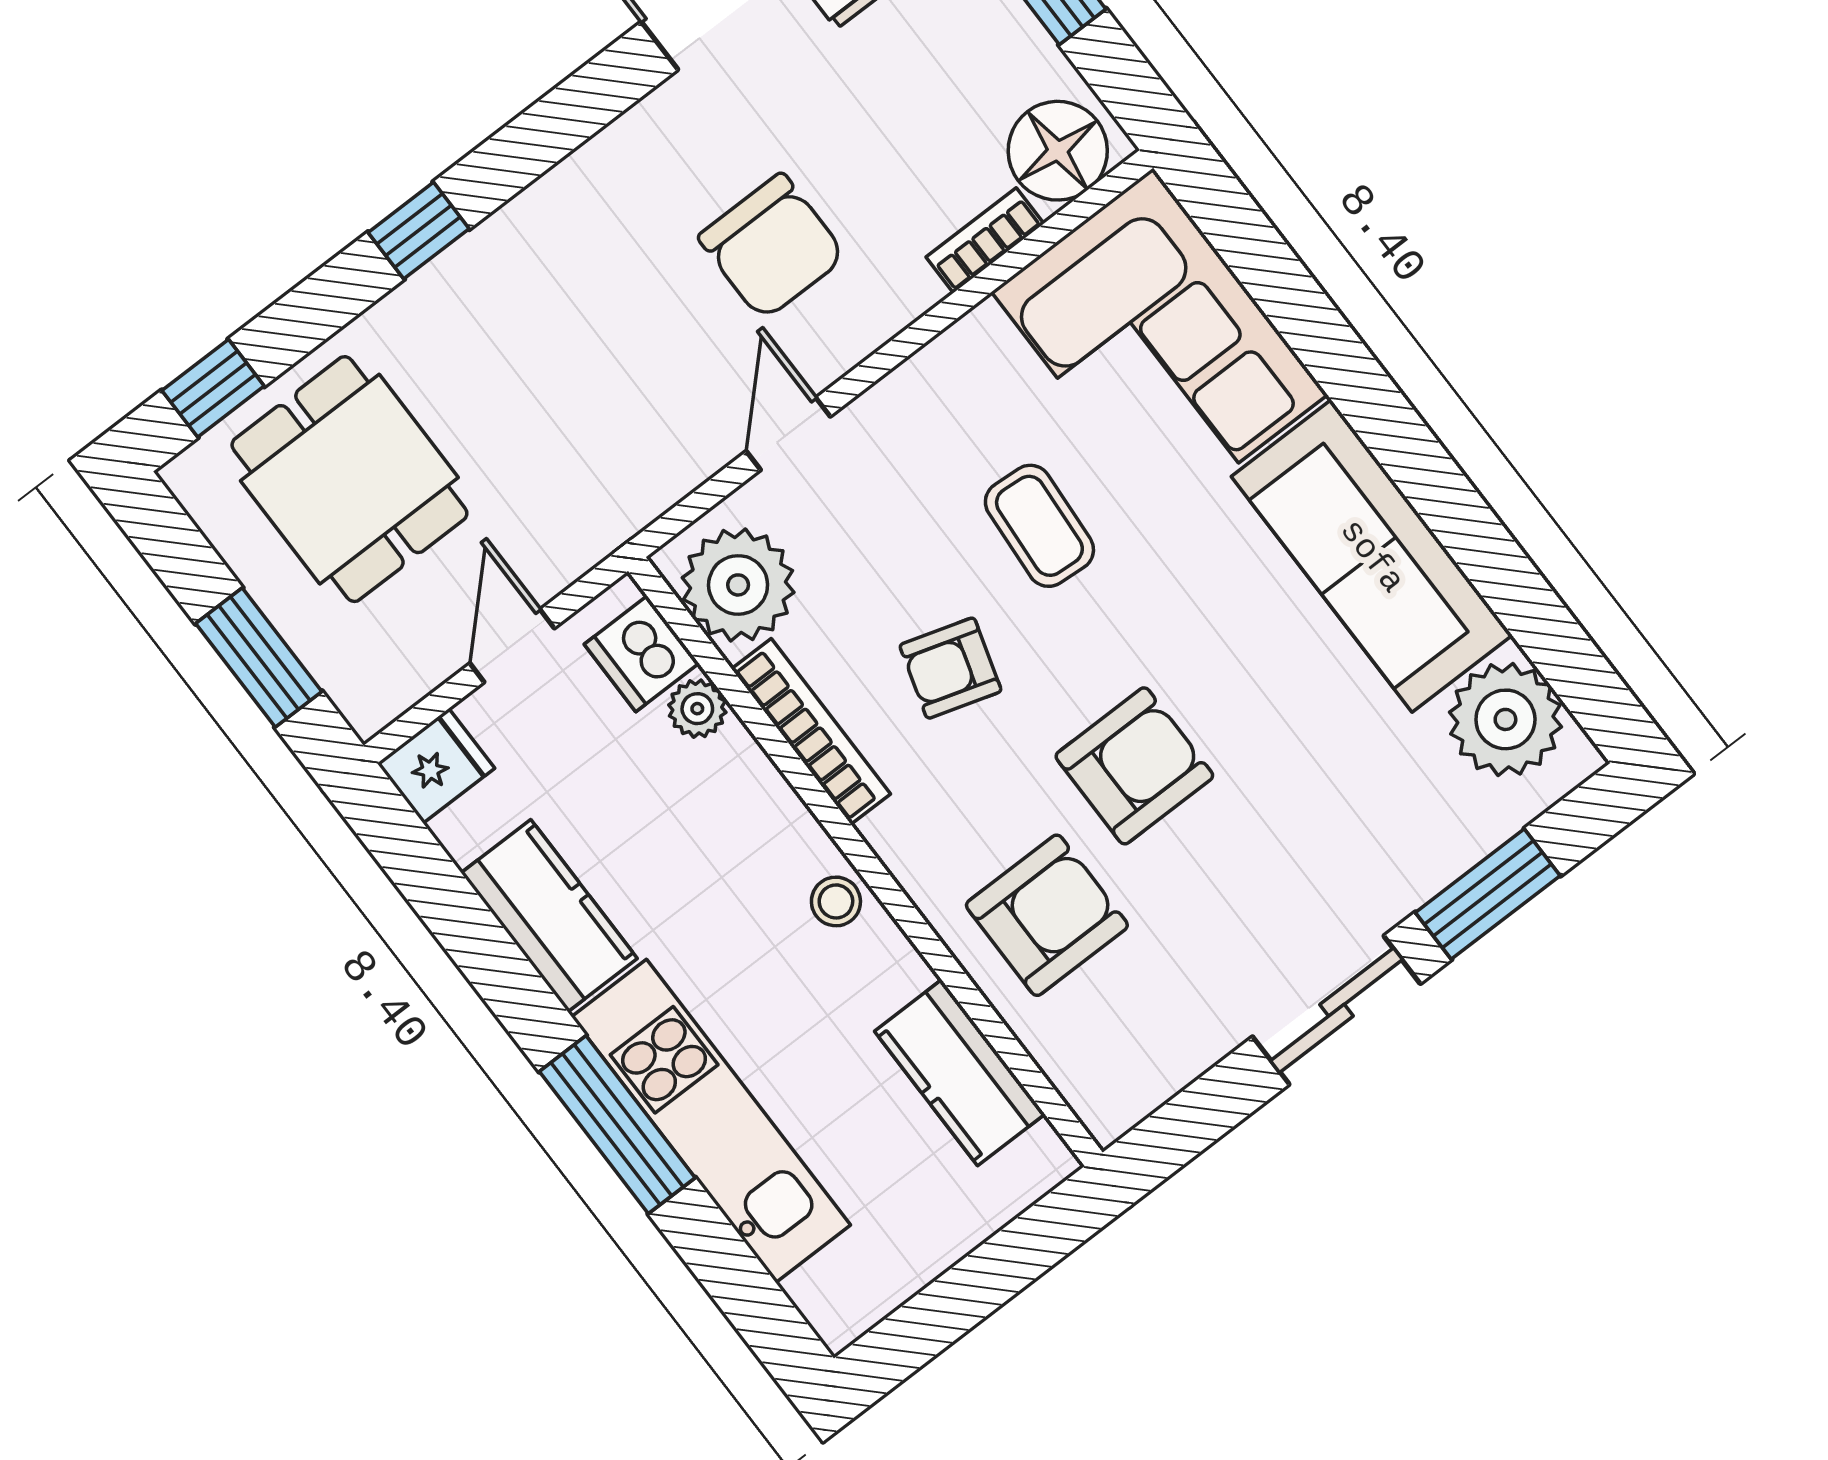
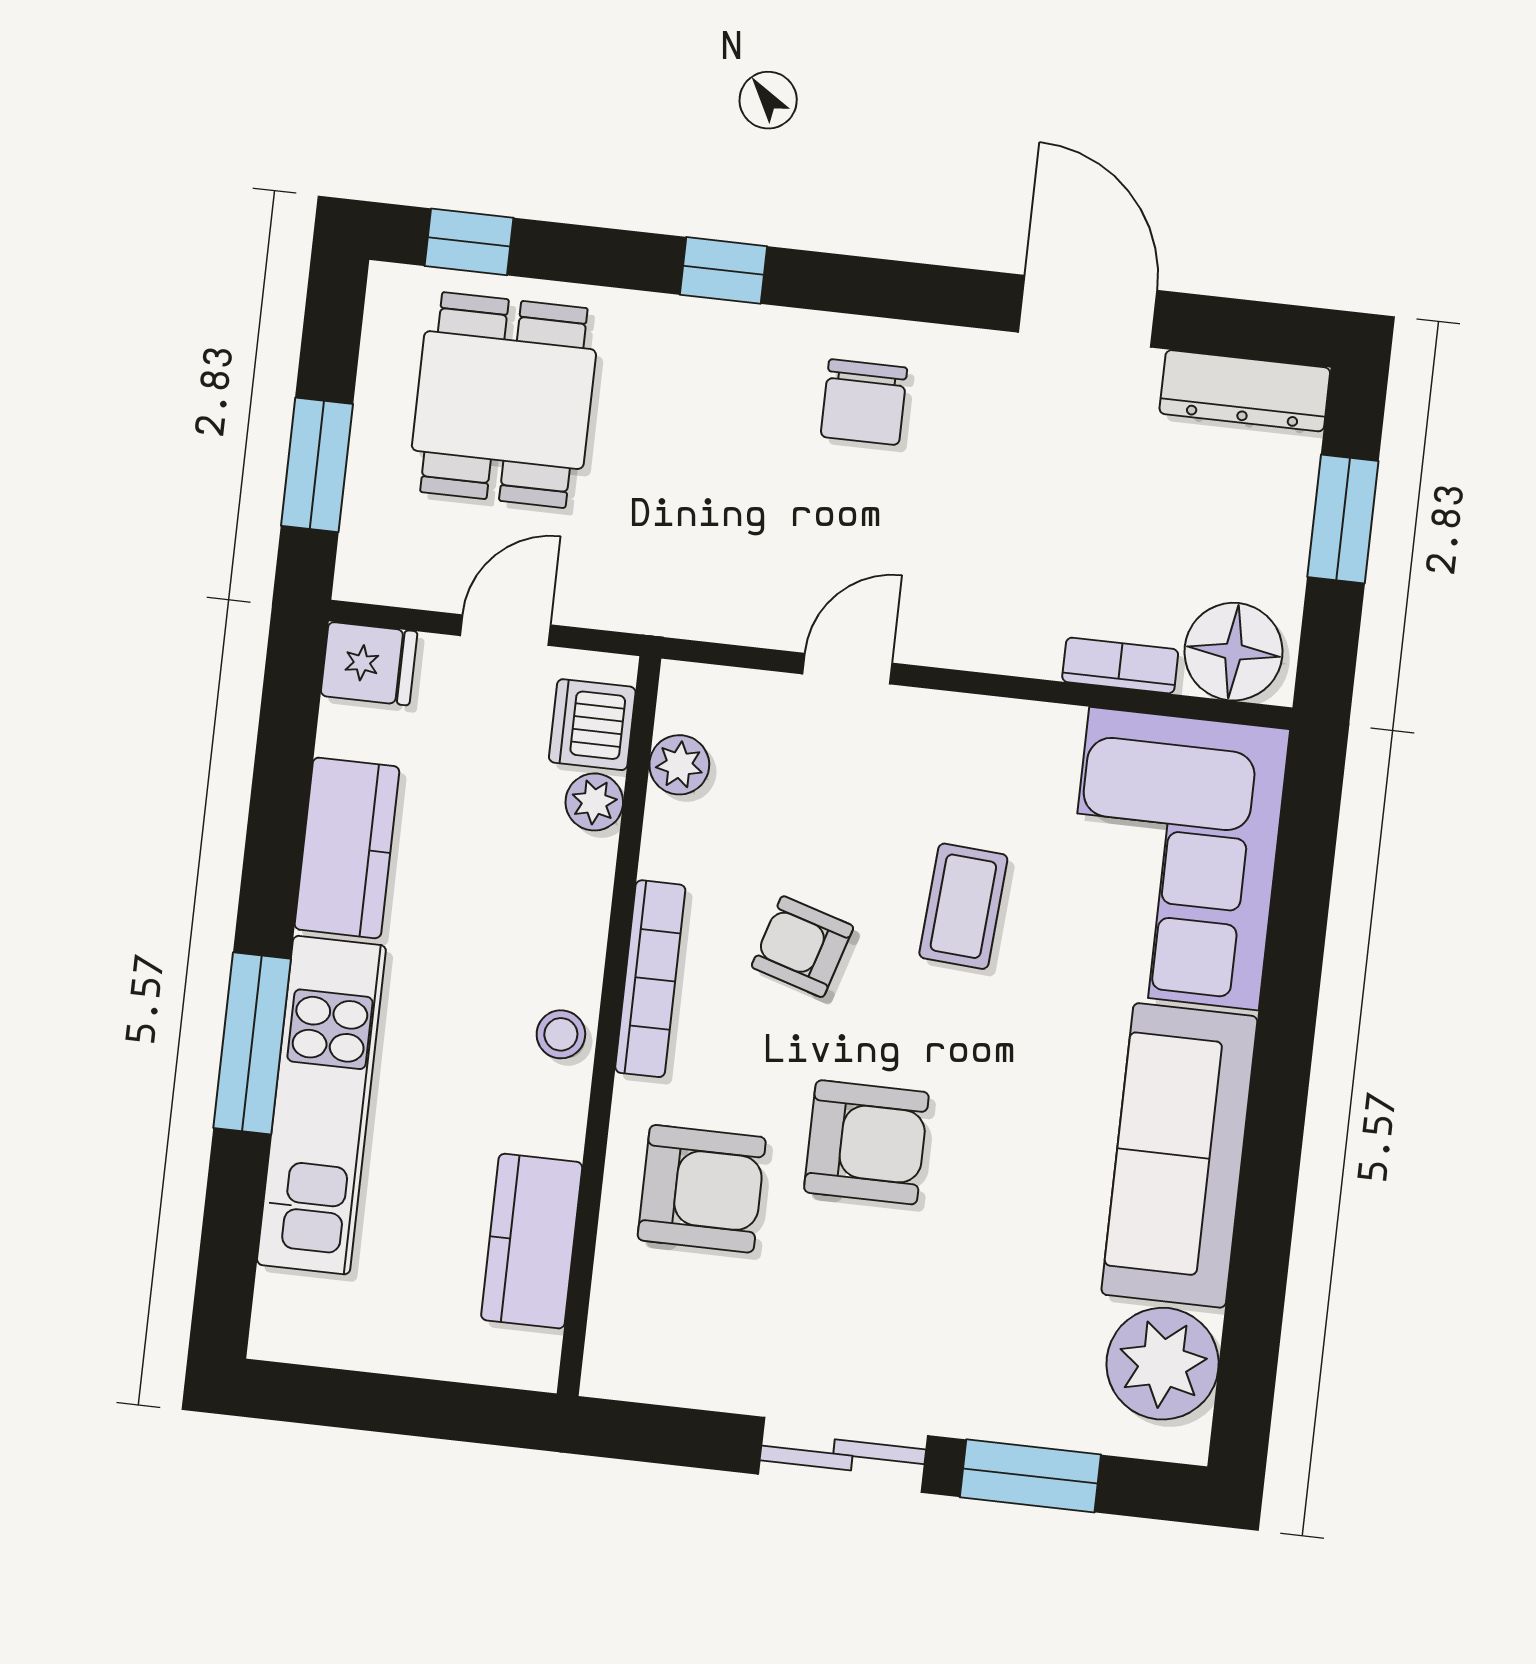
chair: (772, 247) -> (864, 402), moved, width x0.73, depth x0.73
plant: (738, 585) -> (679, 765), width x0.53, depth x0.53
bookcase: (811, 731) -> (650, 979), moved

